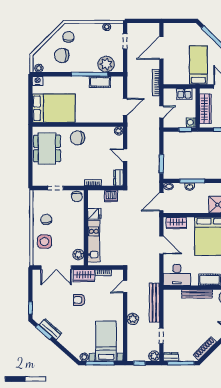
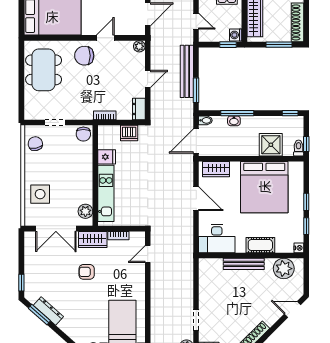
door: (161, 112) -> (196, 21), hinge flipped
door: (93, 125) -> (105, 38), added
door: (125, 155) -> (148, 79), swing flipped
chair: (46, 220) -> (35, 144), moved
bench: (154, 303) -> (187, 71), moved
plant: (133, 319) -> (158, 297), removed

